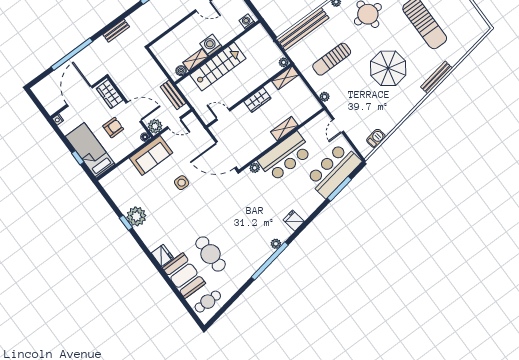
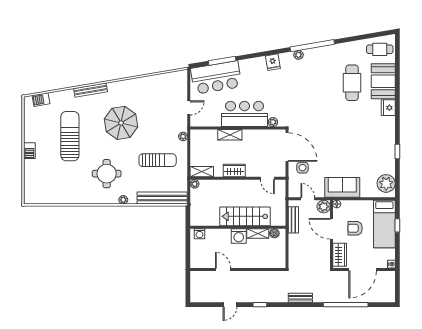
barbecue: (376, 138) -> (41, 100), moved
side table: (182, 183) -> (303, 168), moved
plant: (136, 216) -> (386, 183), moved

